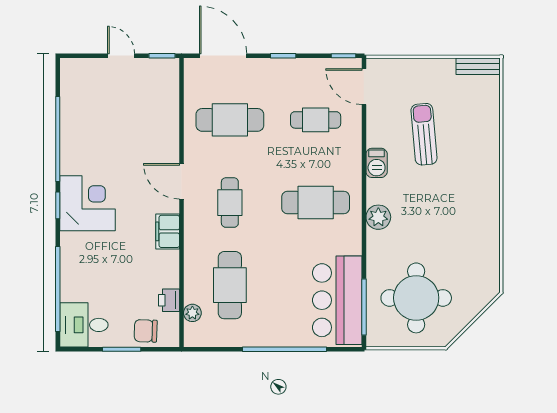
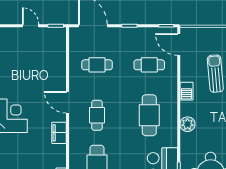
cafe table: (230, 120) -> (97, 65), width x0.73, depth x0.74
cafe table: (316, 203) -> (149, 115), turned 90

